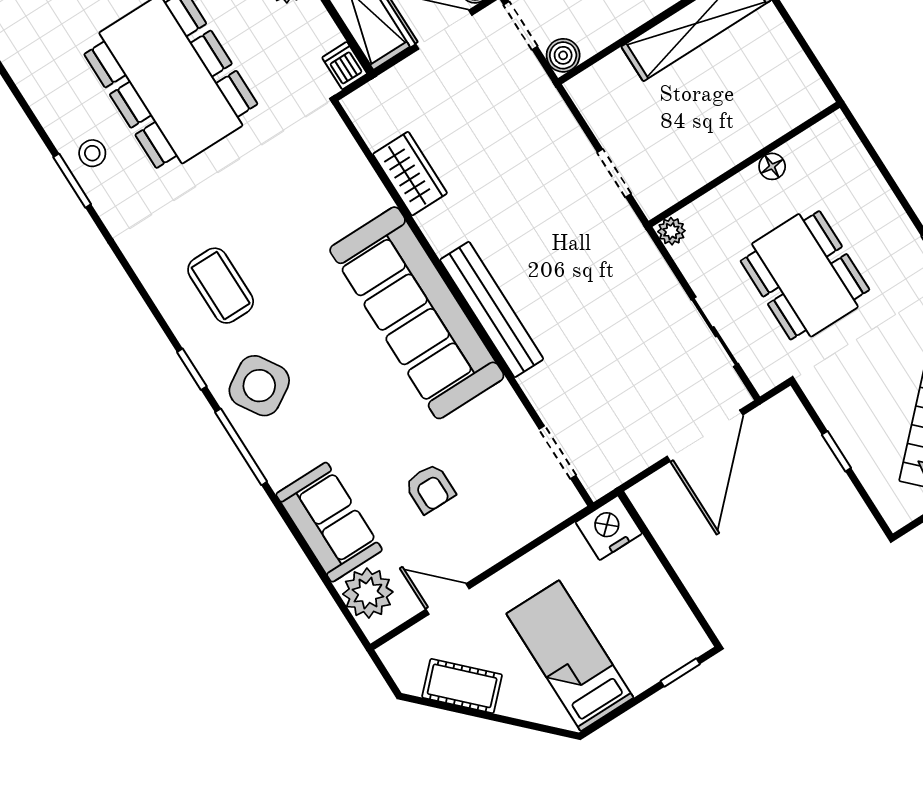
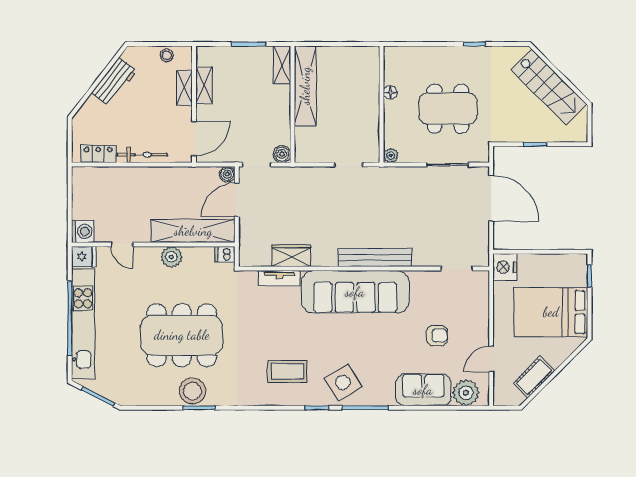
stool: (92, 153) -> (192, 391), width x1.89, depth x1.89
tv unit: (361, 178) -> (279, 278), added
bed: (570, 656) -> (551, 312), width x1.50

